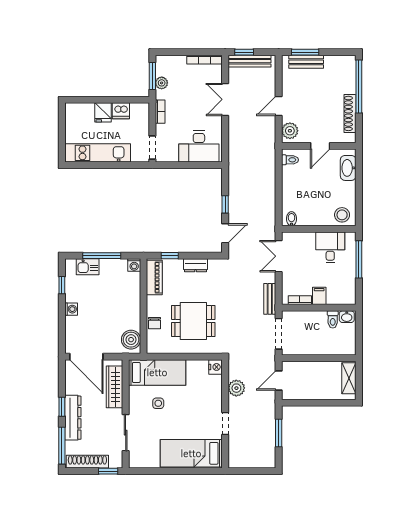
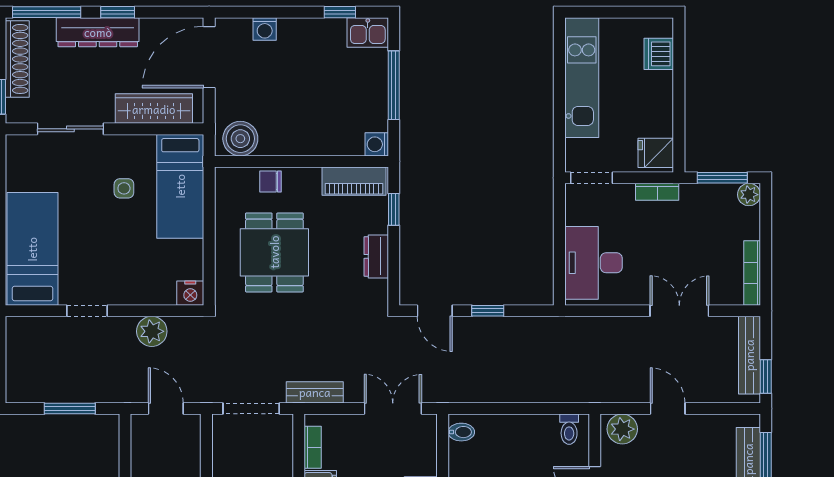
window: (244, 52) -> (766, 377), moved
plant: (162, 83) -> (749, 195), moved
dishwasher: (121, 111) -> (659, 54), moved
fridge: (103, 112) -> (656, 153), moved
kitchen sink: (88, 267) -> (368, 32), moved, turned -90
washing machine: (71, 309) -> (265, 29), moved

